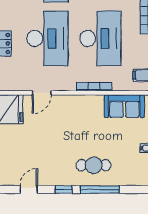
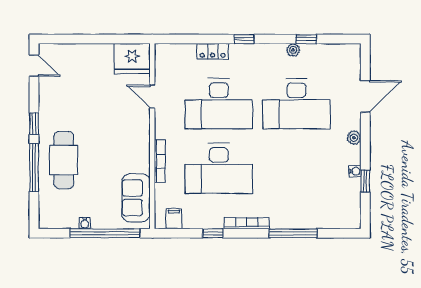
cafe table: (94, 165) -> (64, 160), width x1.37, depth x1.35
door: (29, 190) -> (34, 65), moved

